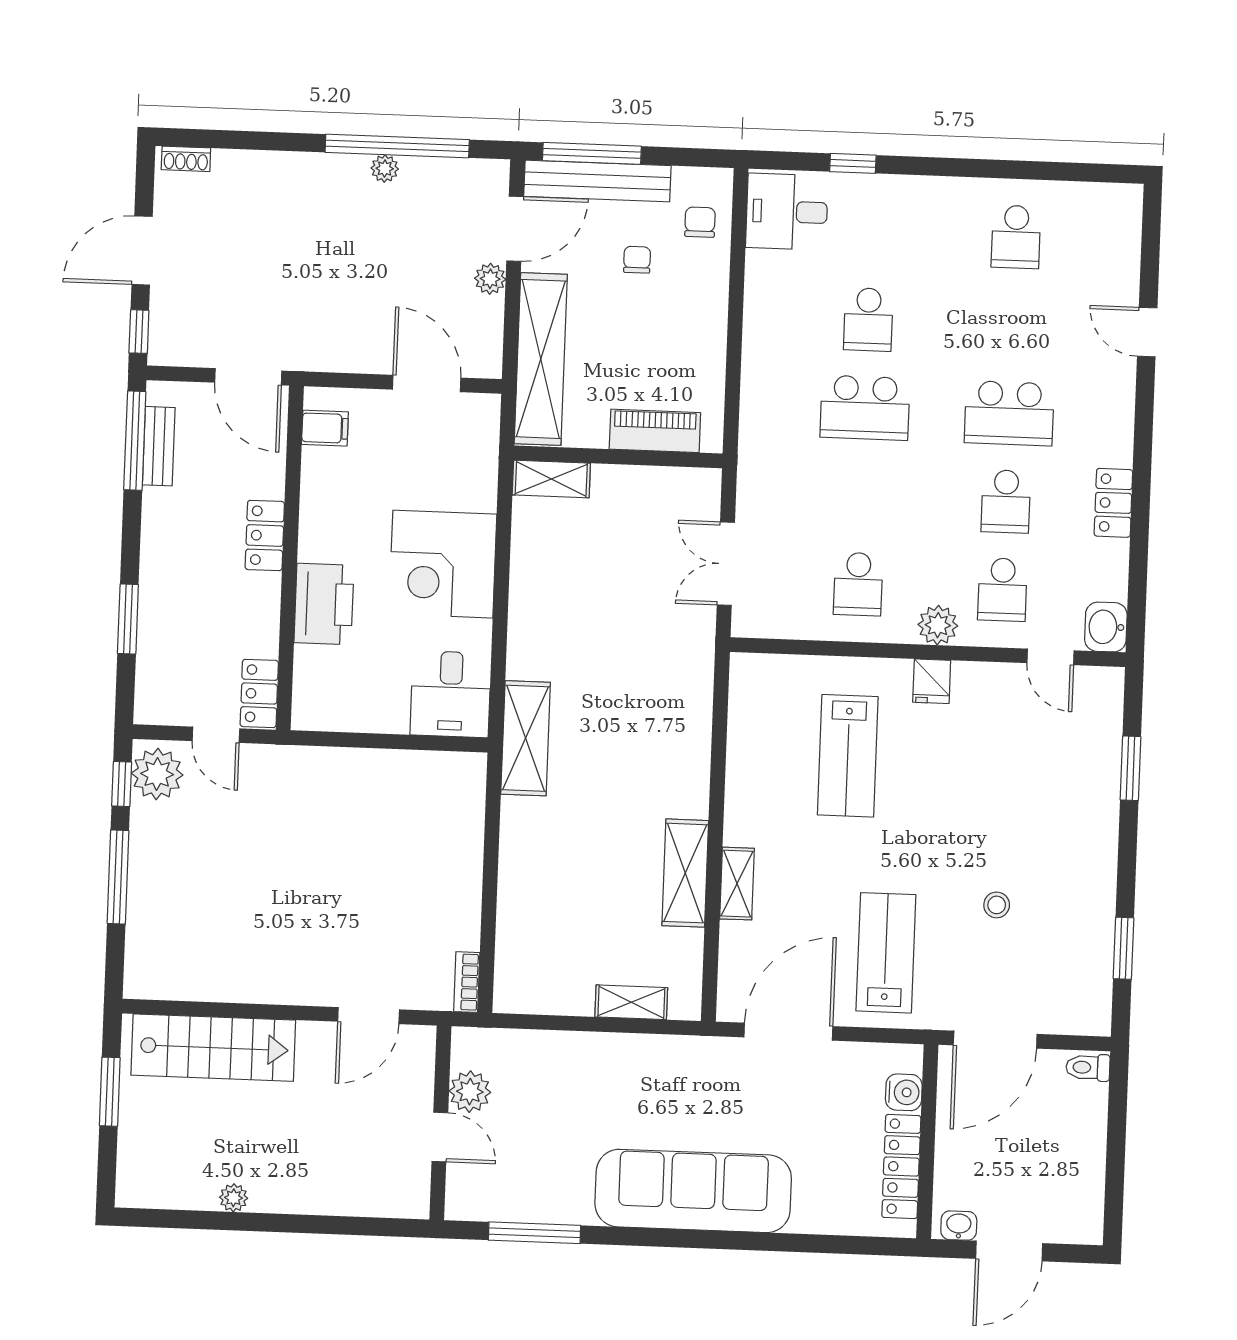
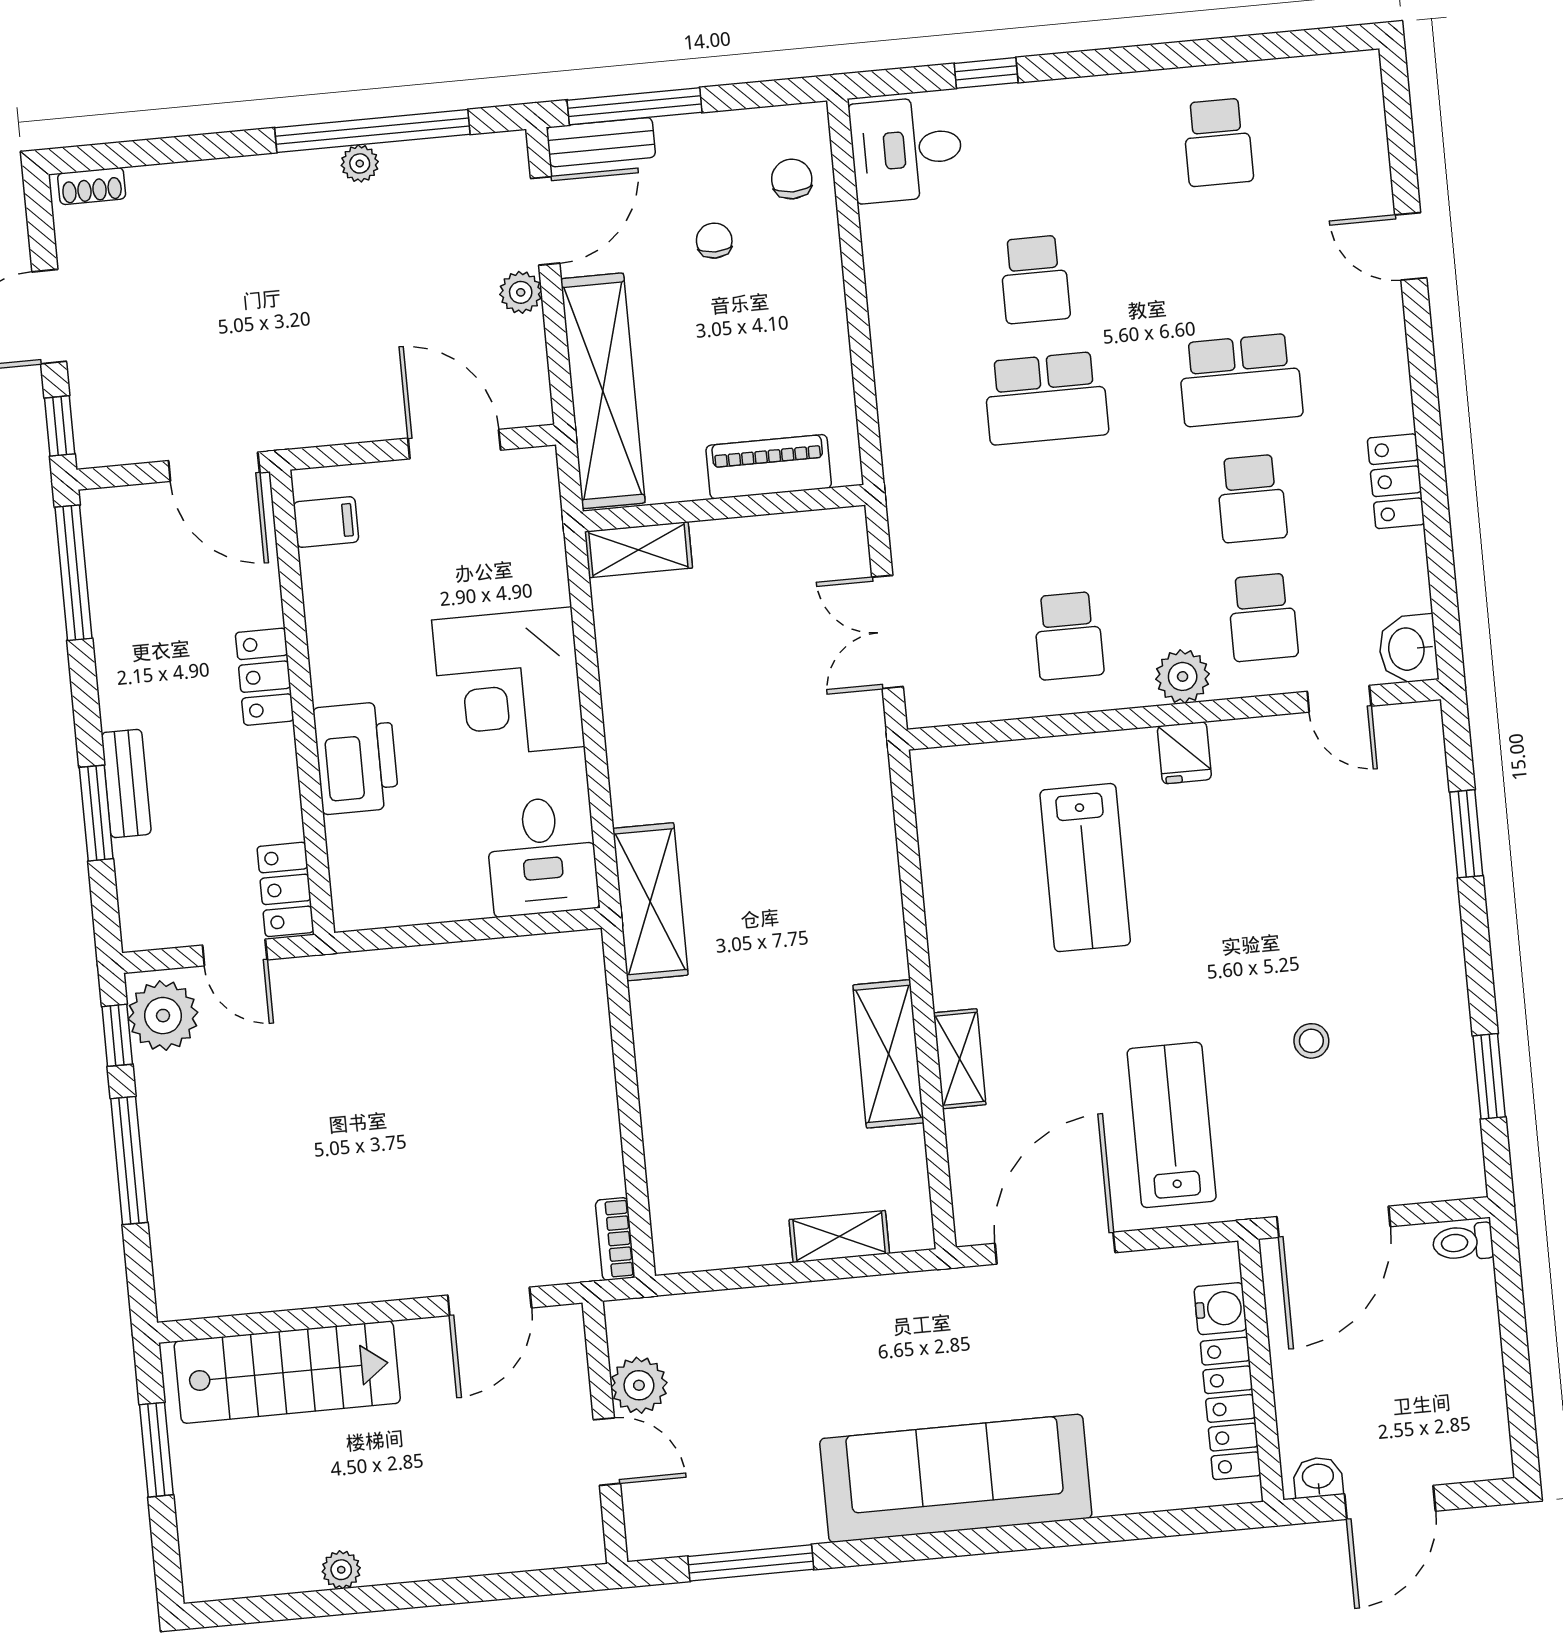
bench: (597, 181) -> (601, 142), width x0.54, depth x0.82
bench: (159, 446) -> (126, 783), moved

